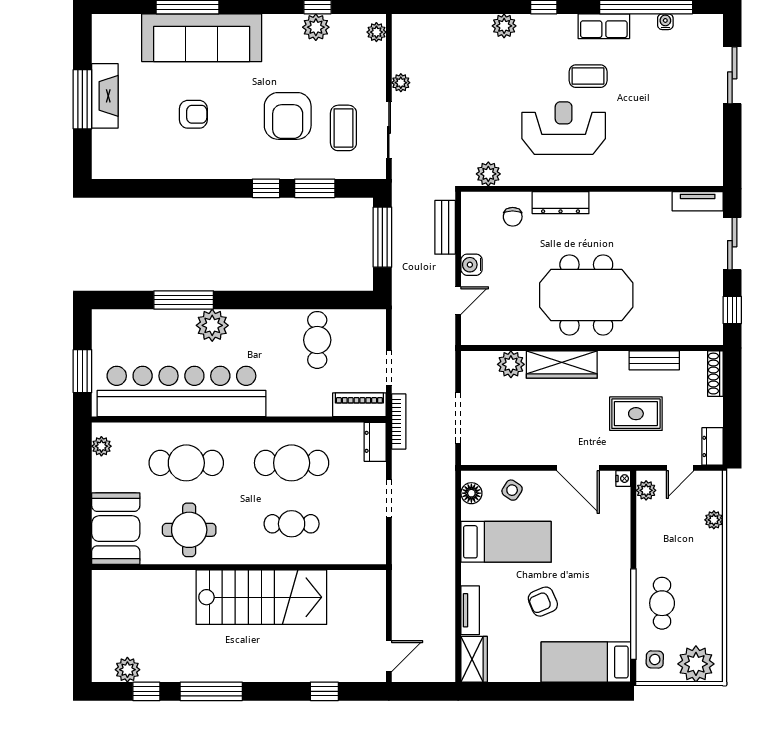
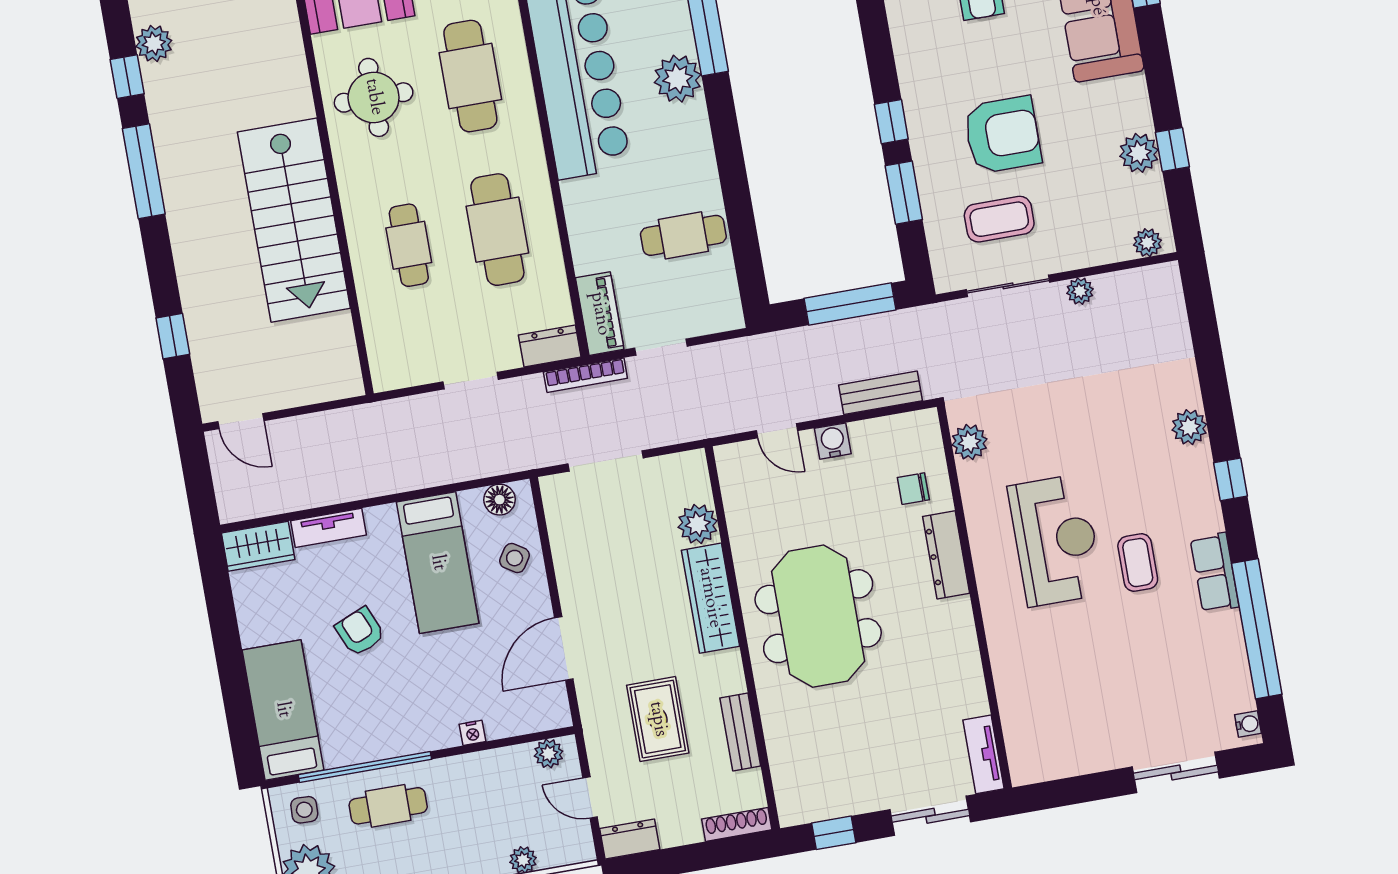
water cooler: (665, 22) -> (1248, 724), moved
armchair: (288, 116) -> (1002, 135), turned 180
nightstand: (623, 479) -> (473, 733), moved

